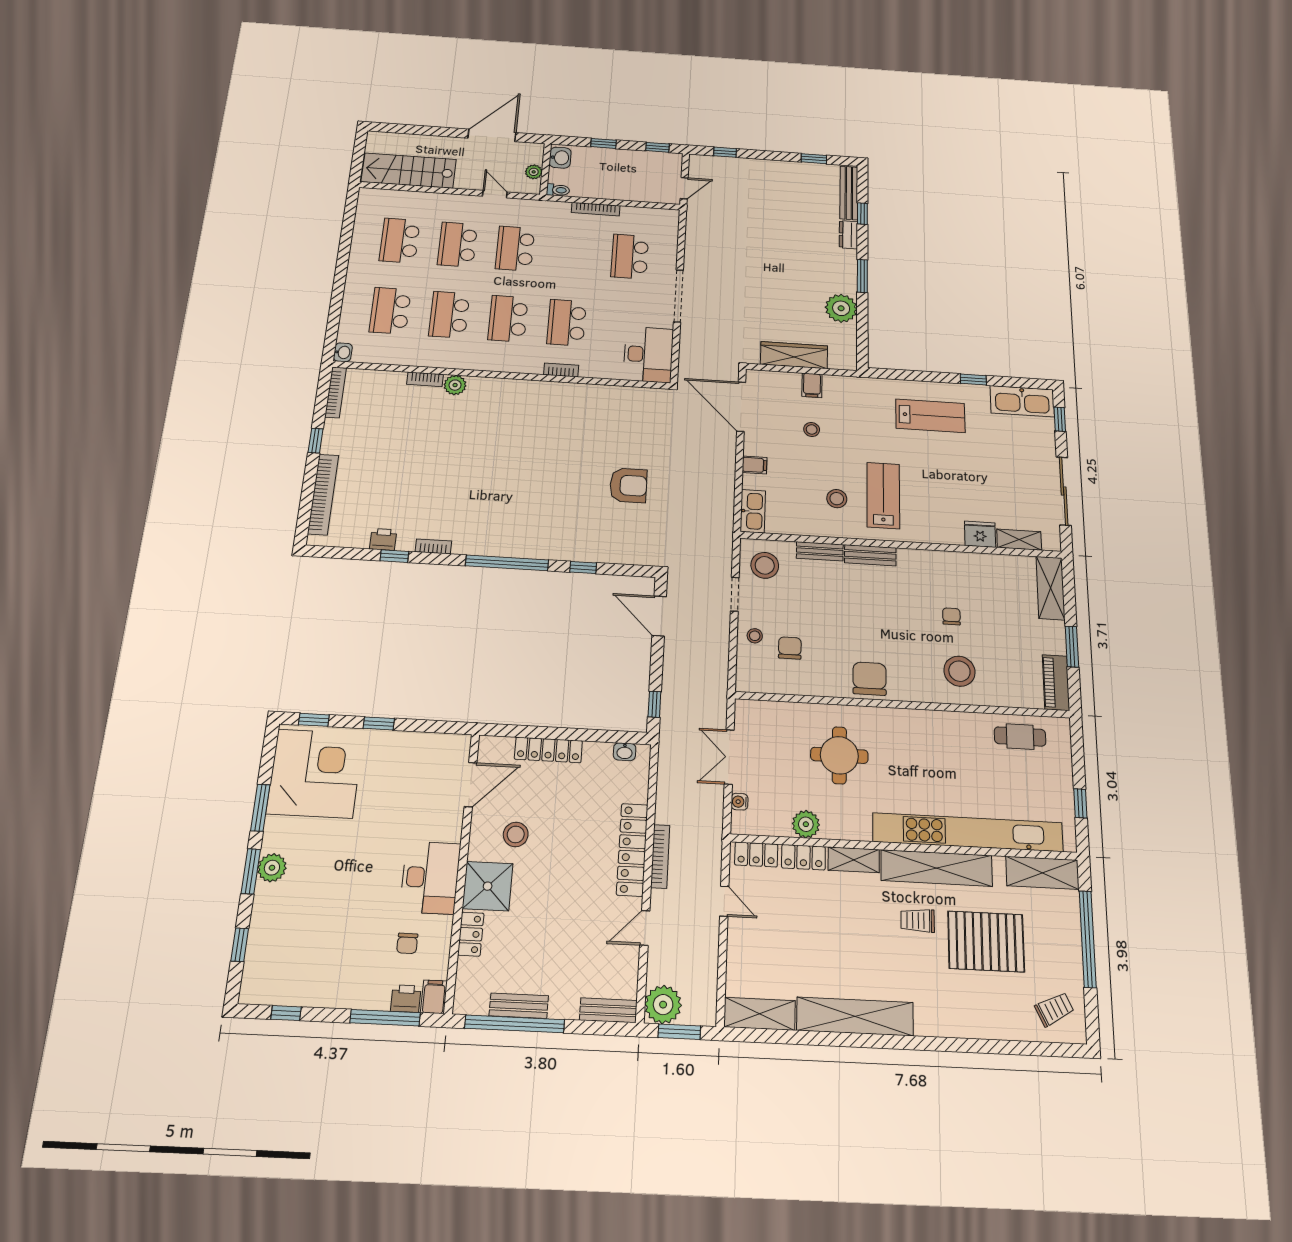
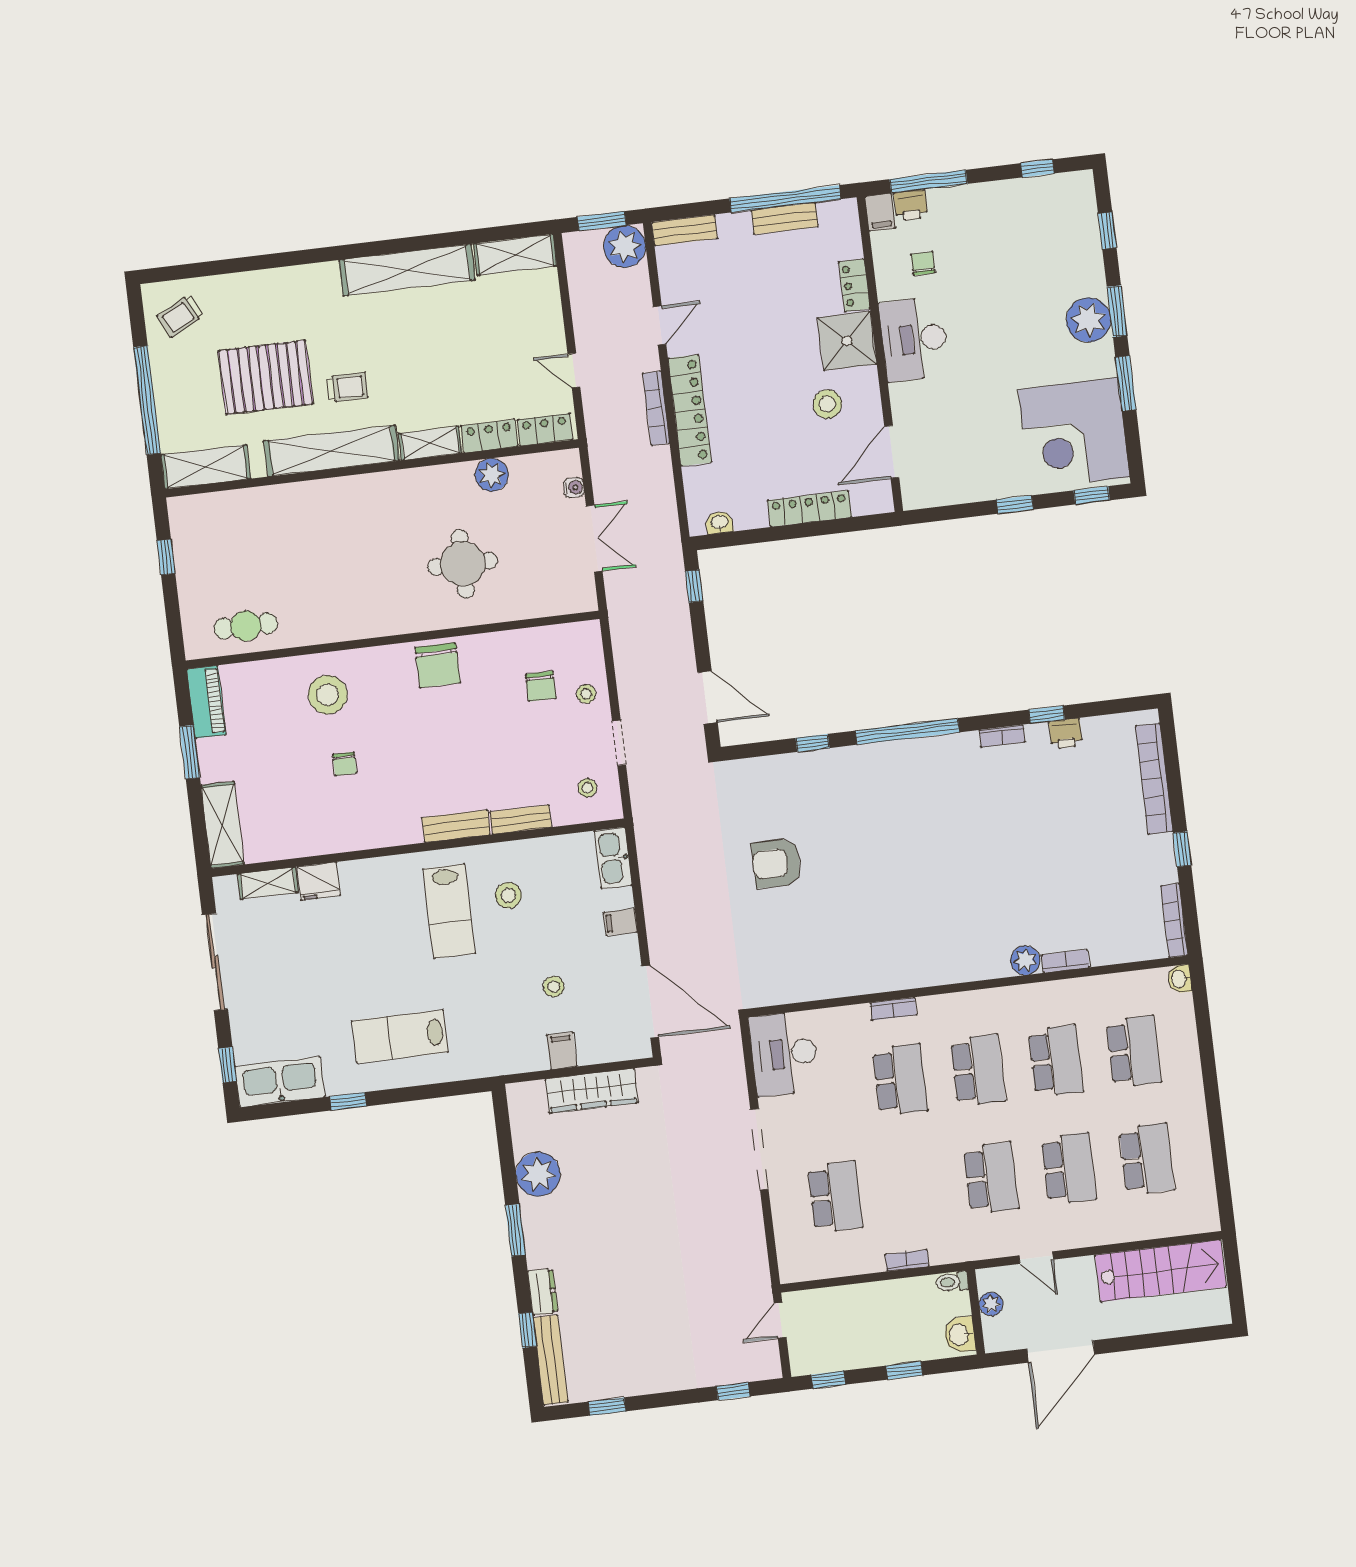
bookcase: (596, 209) -> (907, 1260), width x0.64
stool: (765, 565) -> (587, 788), width x0.53, depth x0.53
kitchen unit: (968, 832) -> (299, 499), removed
plant: (272, 868) -> (1089, 320), width x1.36, depth x1.36

